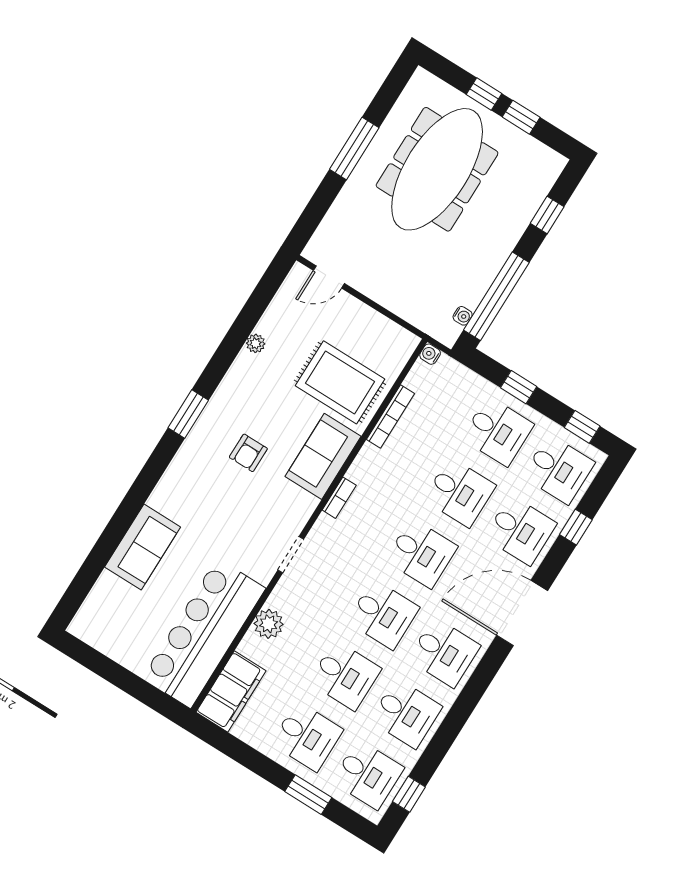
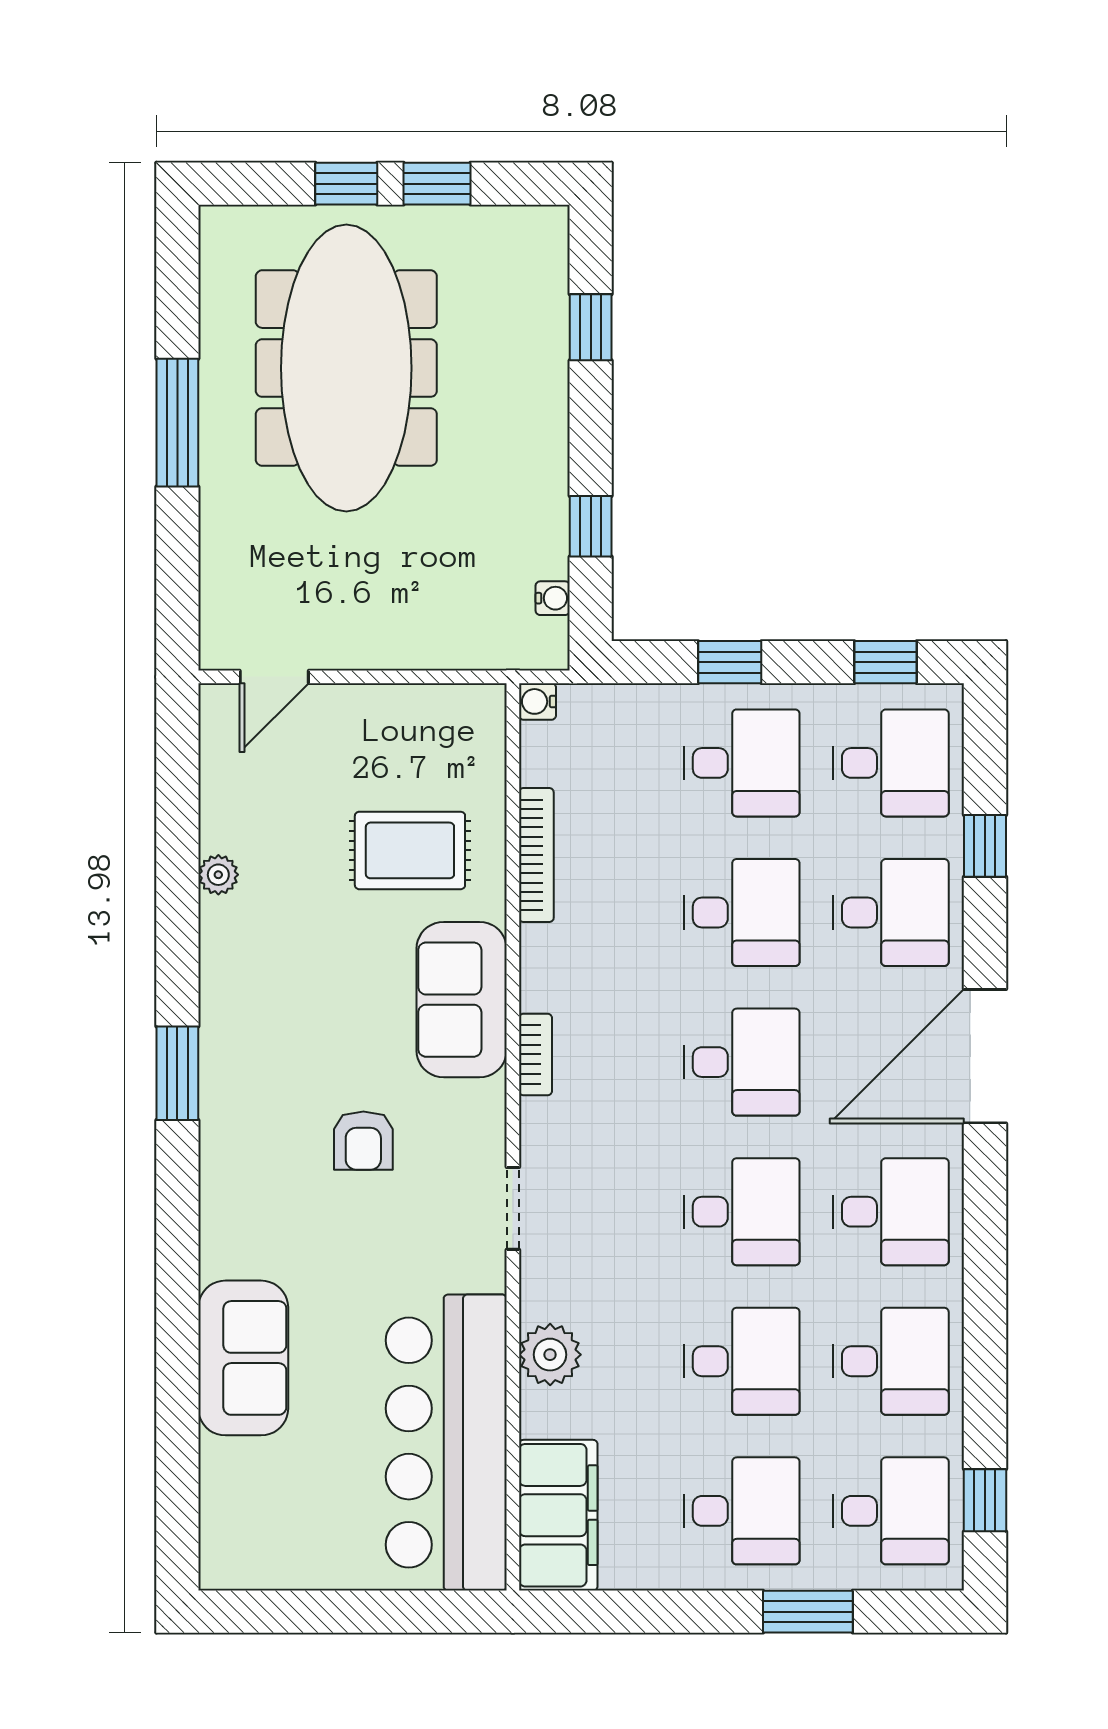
window: (496, 296) -> (591, 526), width x0.32
rug: (340, 382) -> (410, 850), width x0.73, depth x0.70
armchair: (248, 453) -> (363, 1141), moved

